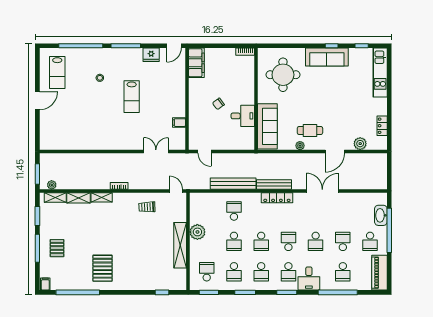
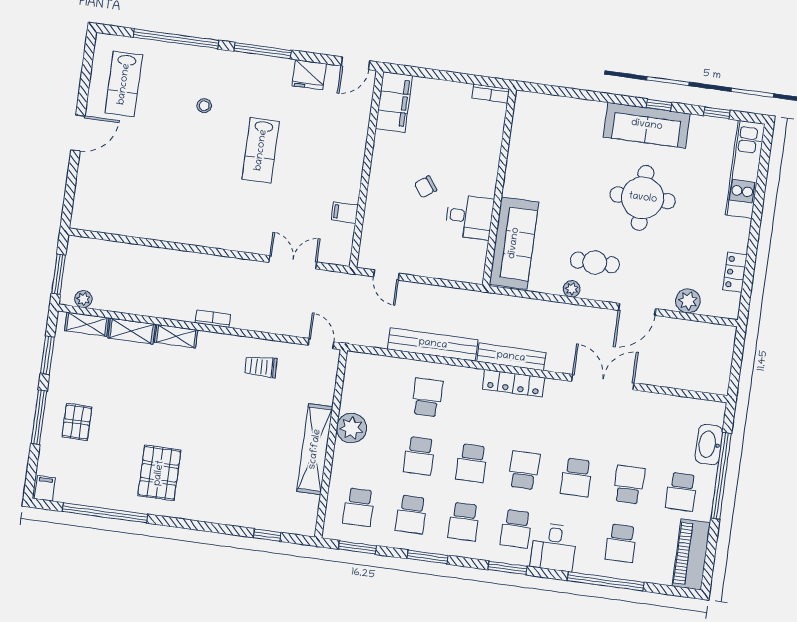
round table: (283, 75) -> (643, 198), moved
school desk: (207, 272) -> (359, 507), turned 180

